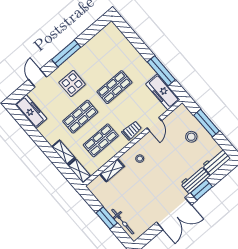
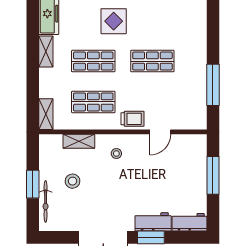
freezer: (163, 92) -> (196, 107), removed
stool: (191, 137) -> (73, 181), moved
shelving: (63, 152) -> (46, 52), moved

